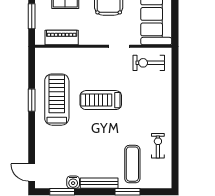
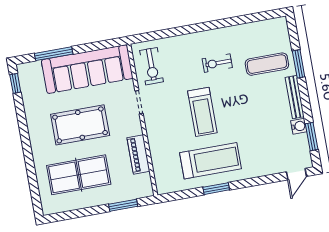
piano: (62, 38) -> (138, 154), moved
treadmill: (57, 100) -> (211, 161), turned 180
exercise bike: (158, 146) -> (217, 63), moved

